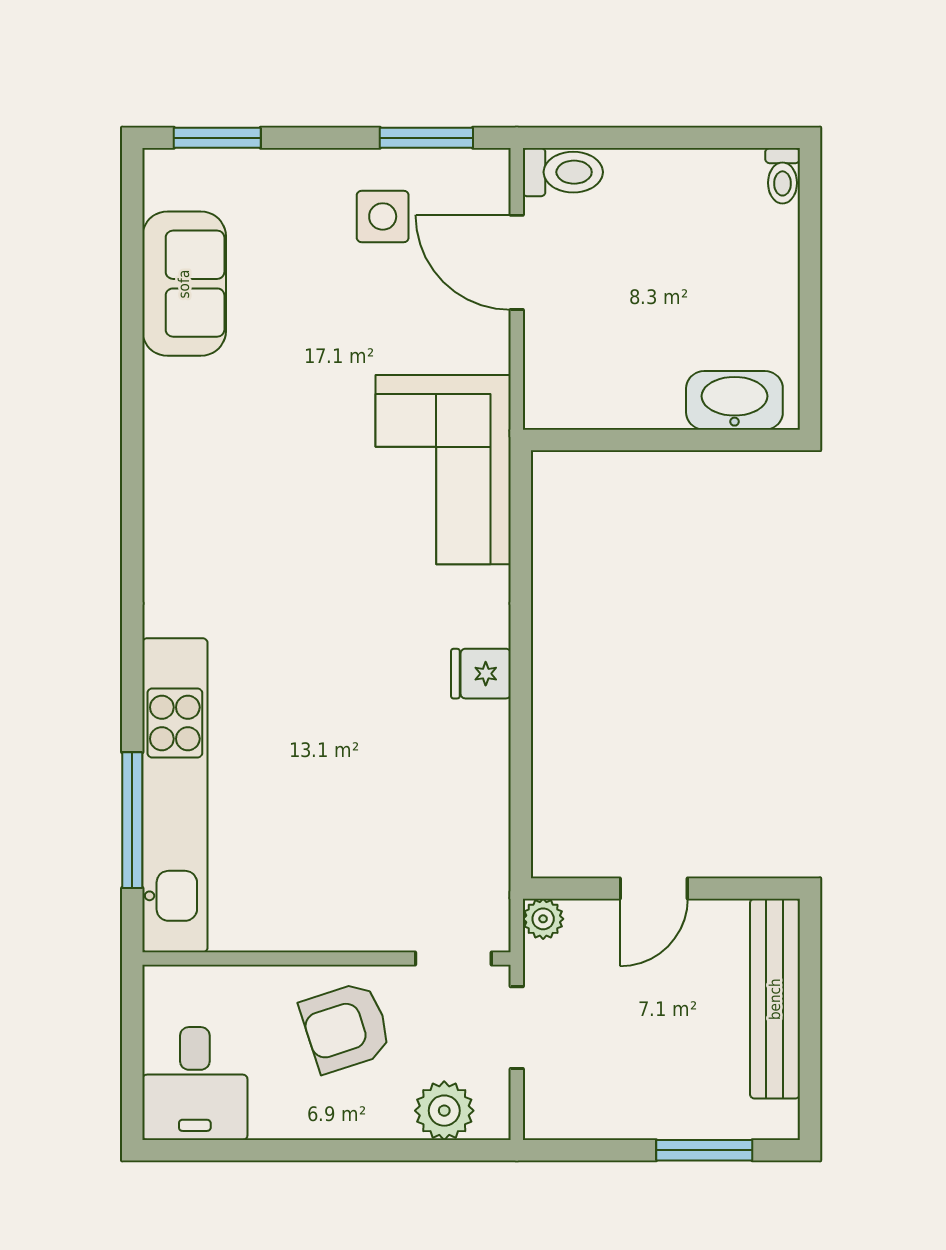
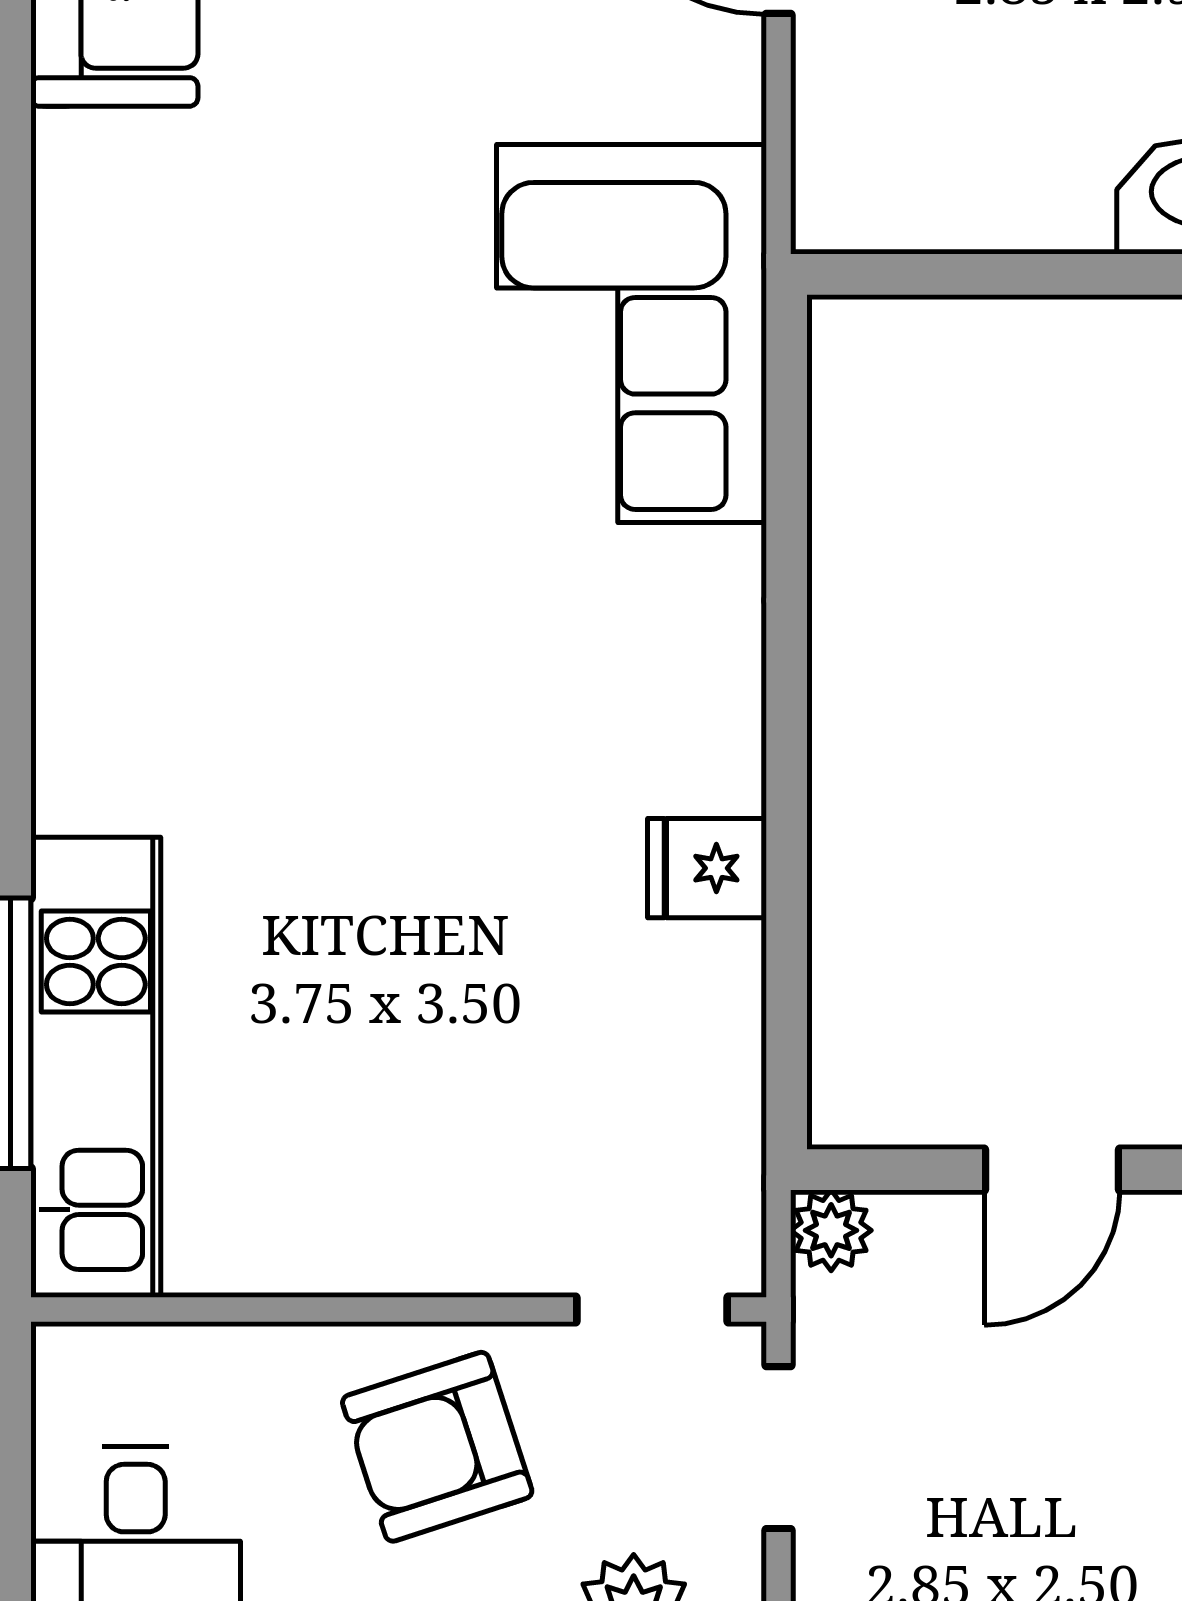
fridge: (481, 674) -> (707, 868), moved
kitchen unit: (175, 795) -> (96, 1067), width x0.73

